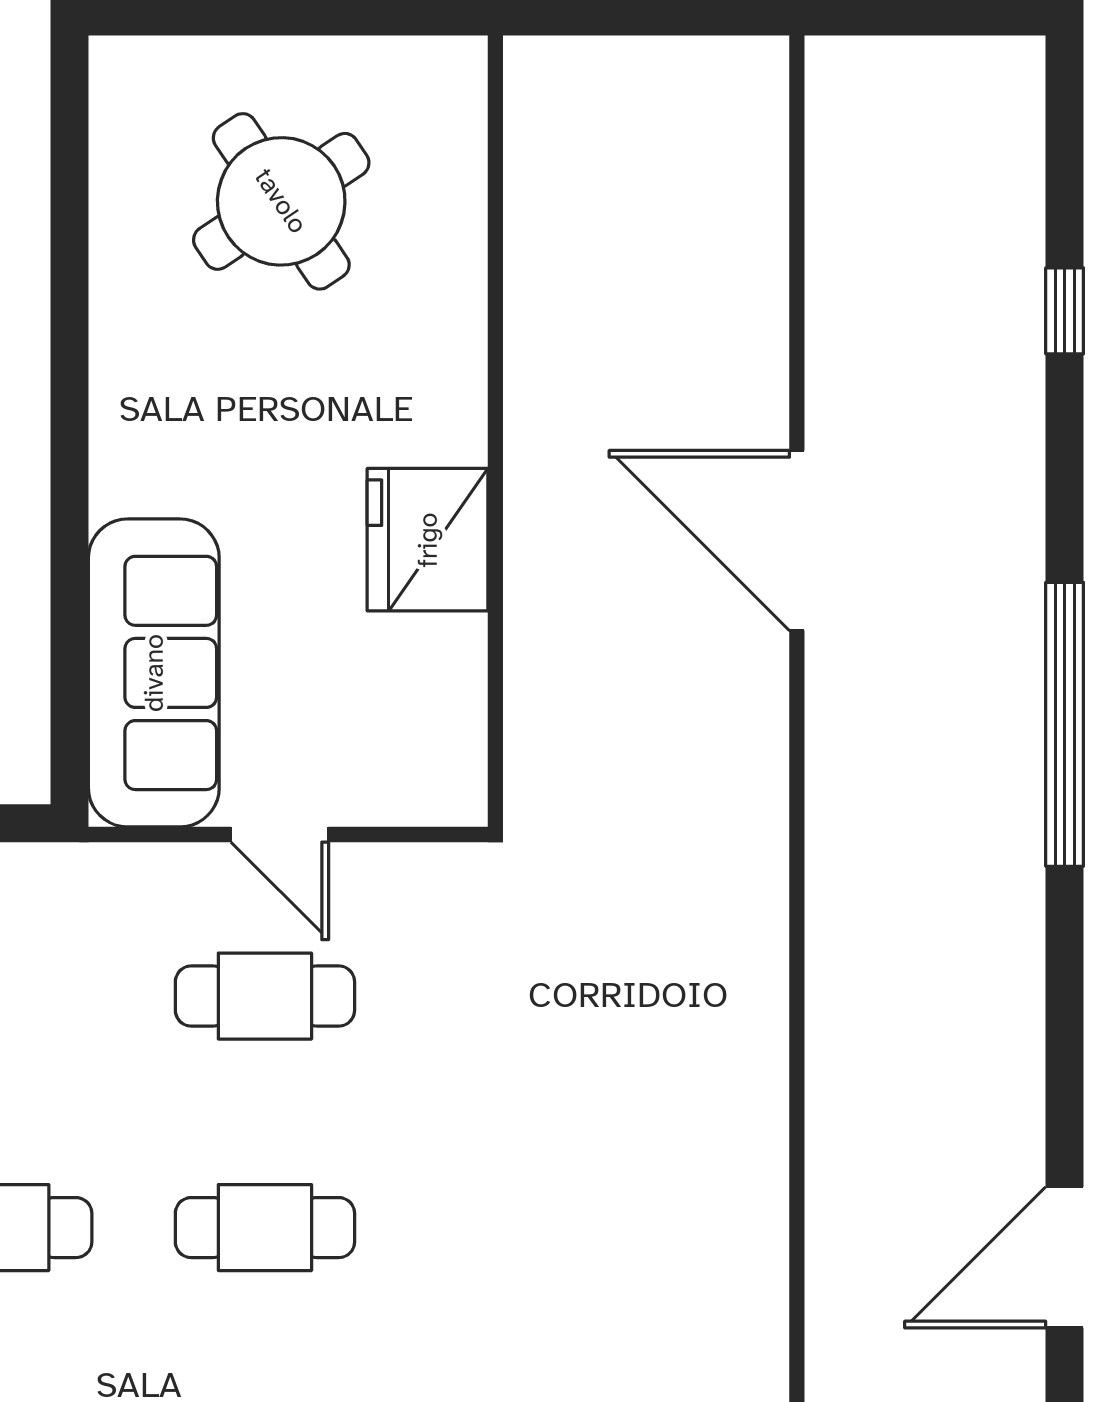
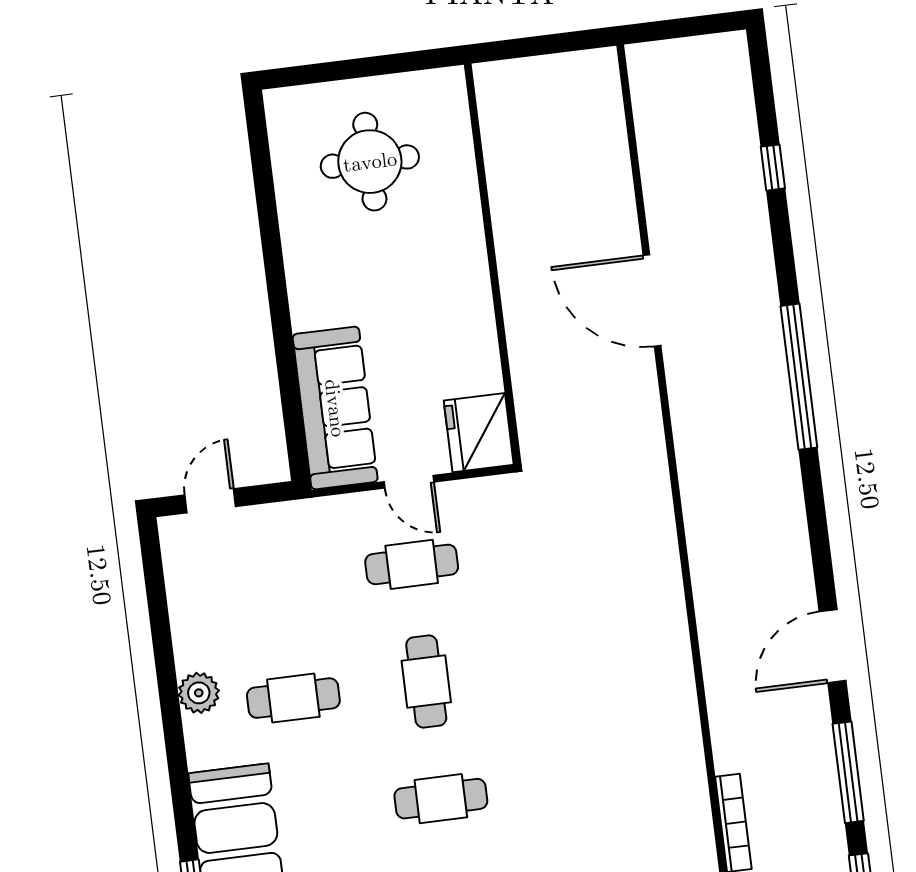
round table: (281, 201) -> (370, 162), turned 34
fridge: (428, 540) -> (479, 433), moved
cafe table: (265, 1228) -> (426, 682), turned 90

